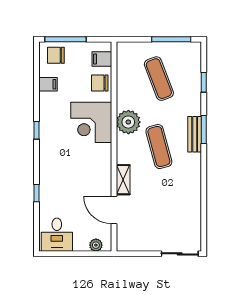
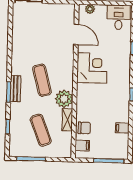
chair: (56, 55) -> (116, 149), removed
corner desk: (91, 122) -> (92, 68), moved
shelving: (123, 180) -> (67, 120), moved

